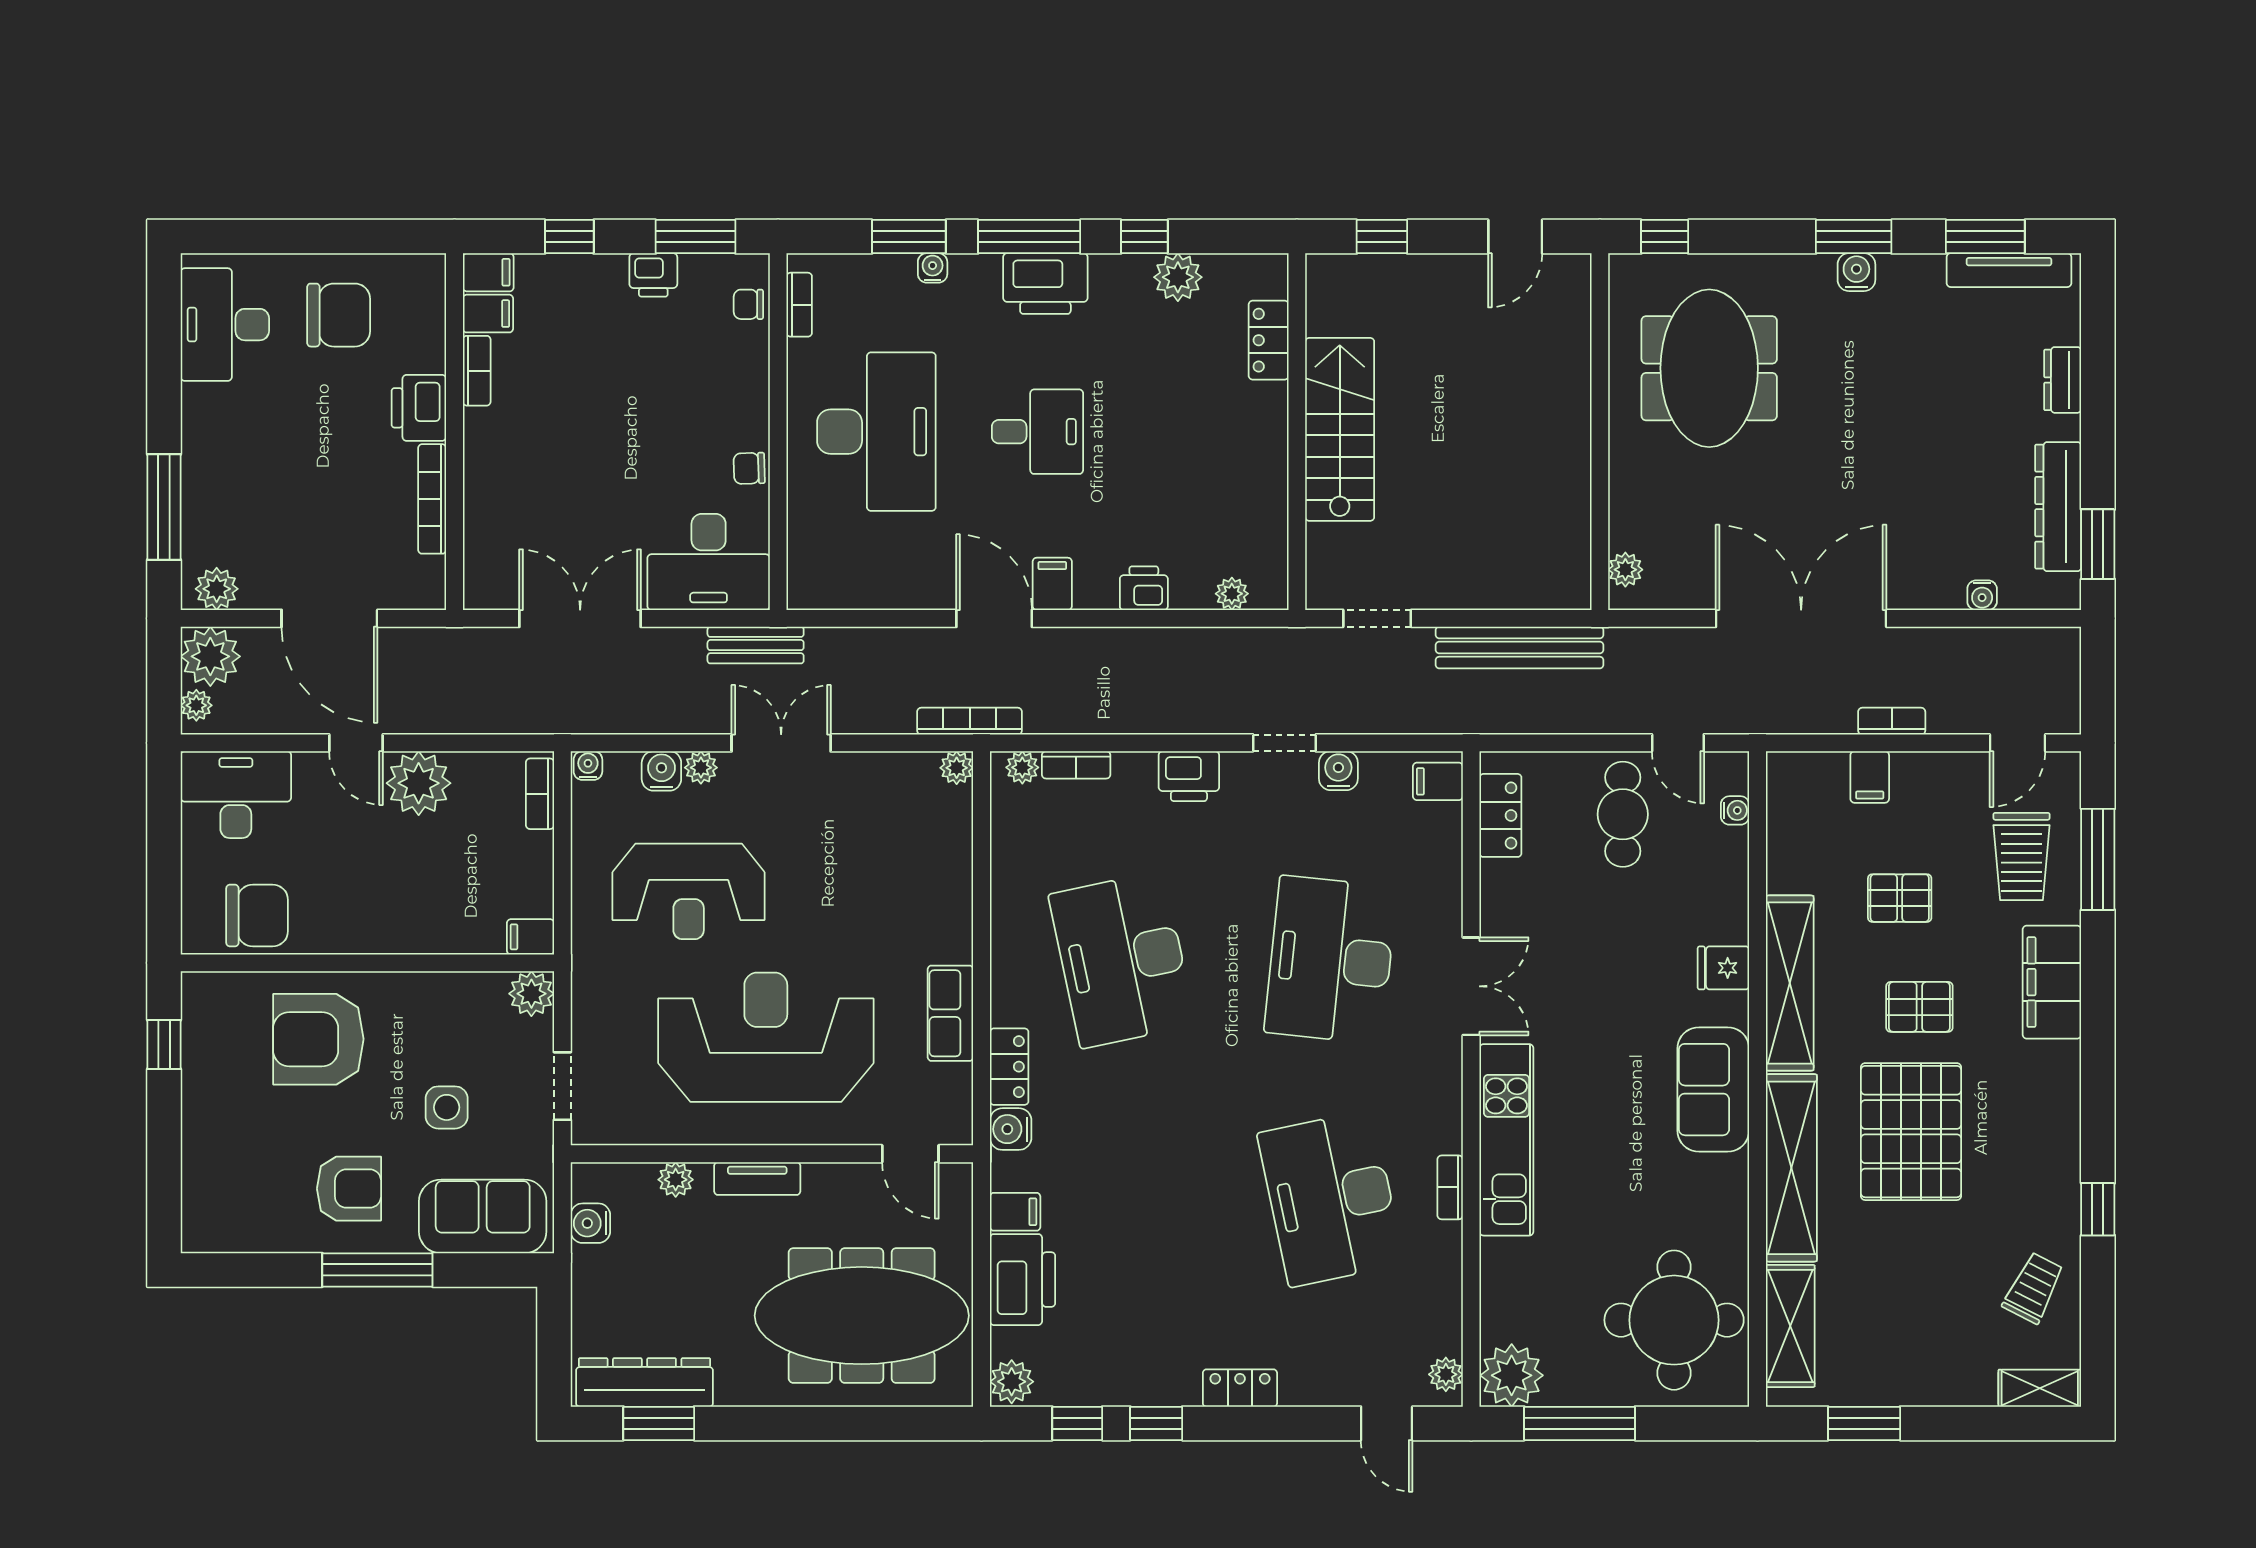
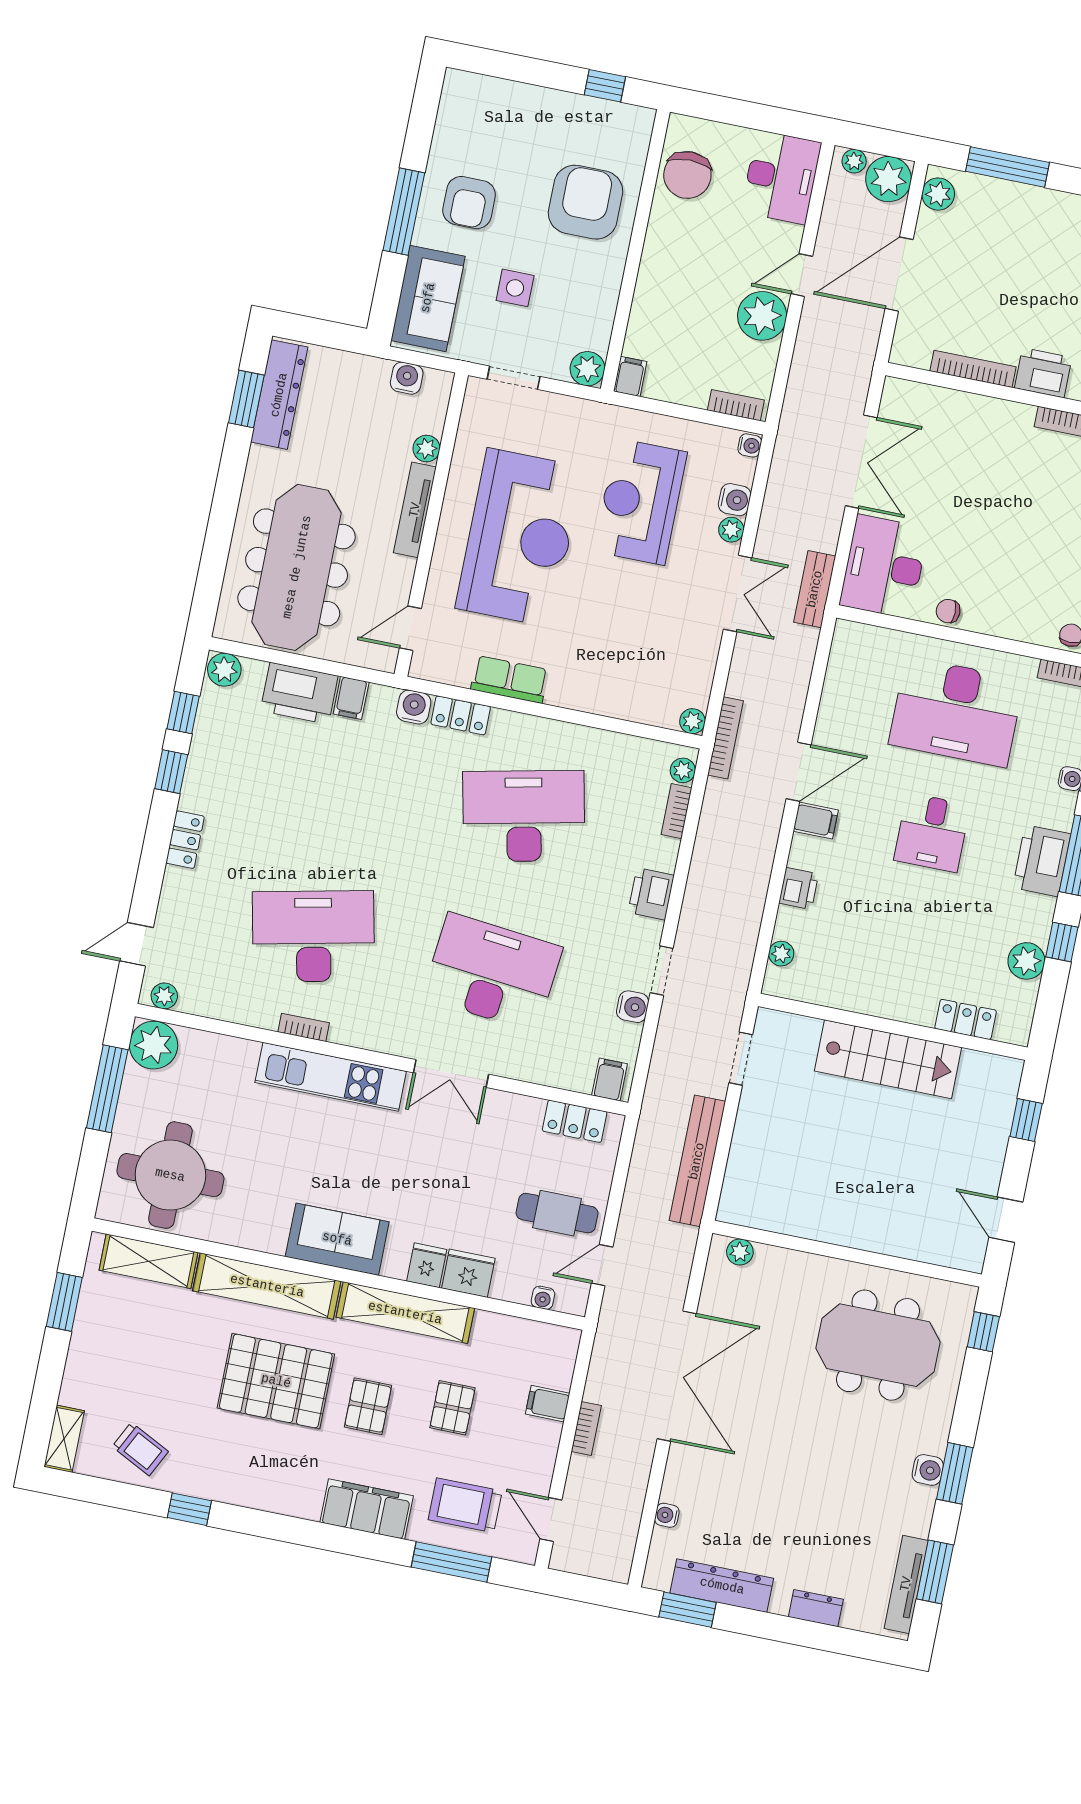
chair: (749, 468) -> (948, 611), turned -88
fridge: (1723, 912) -> (468, 1273), added
tv unit: (757, 1178) -> (415, 510), width x1.41

